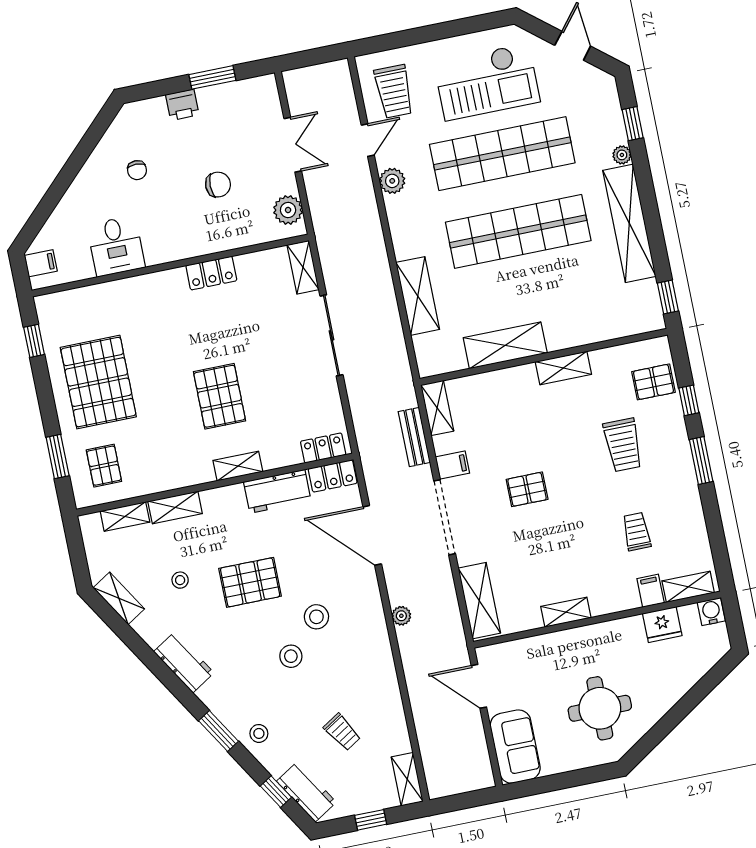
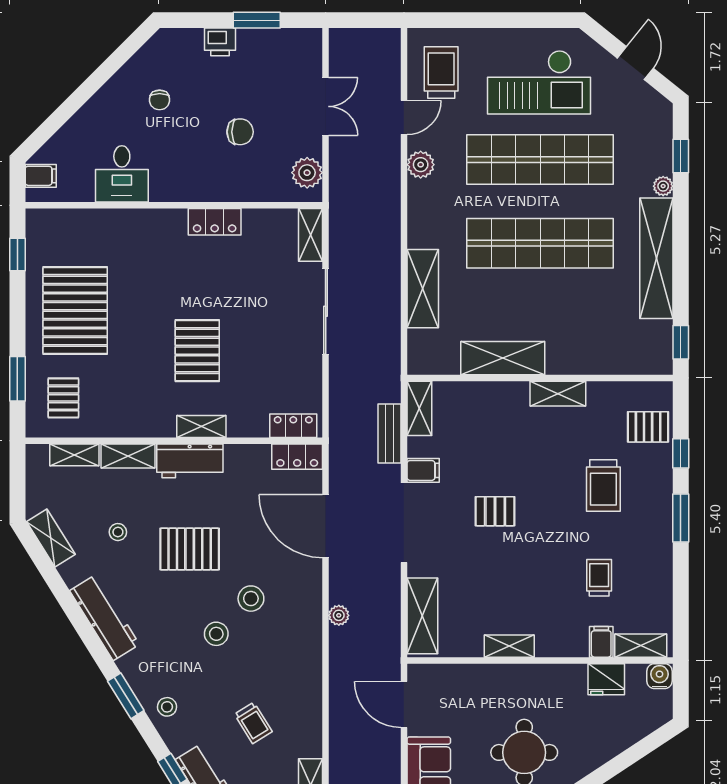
trolley: (394, 91) -> (441, 73), turned 180
workbench: (277, 491) -> (190, 461), moved
workbench: (184, 662) -> (105, 618), width x1.38

